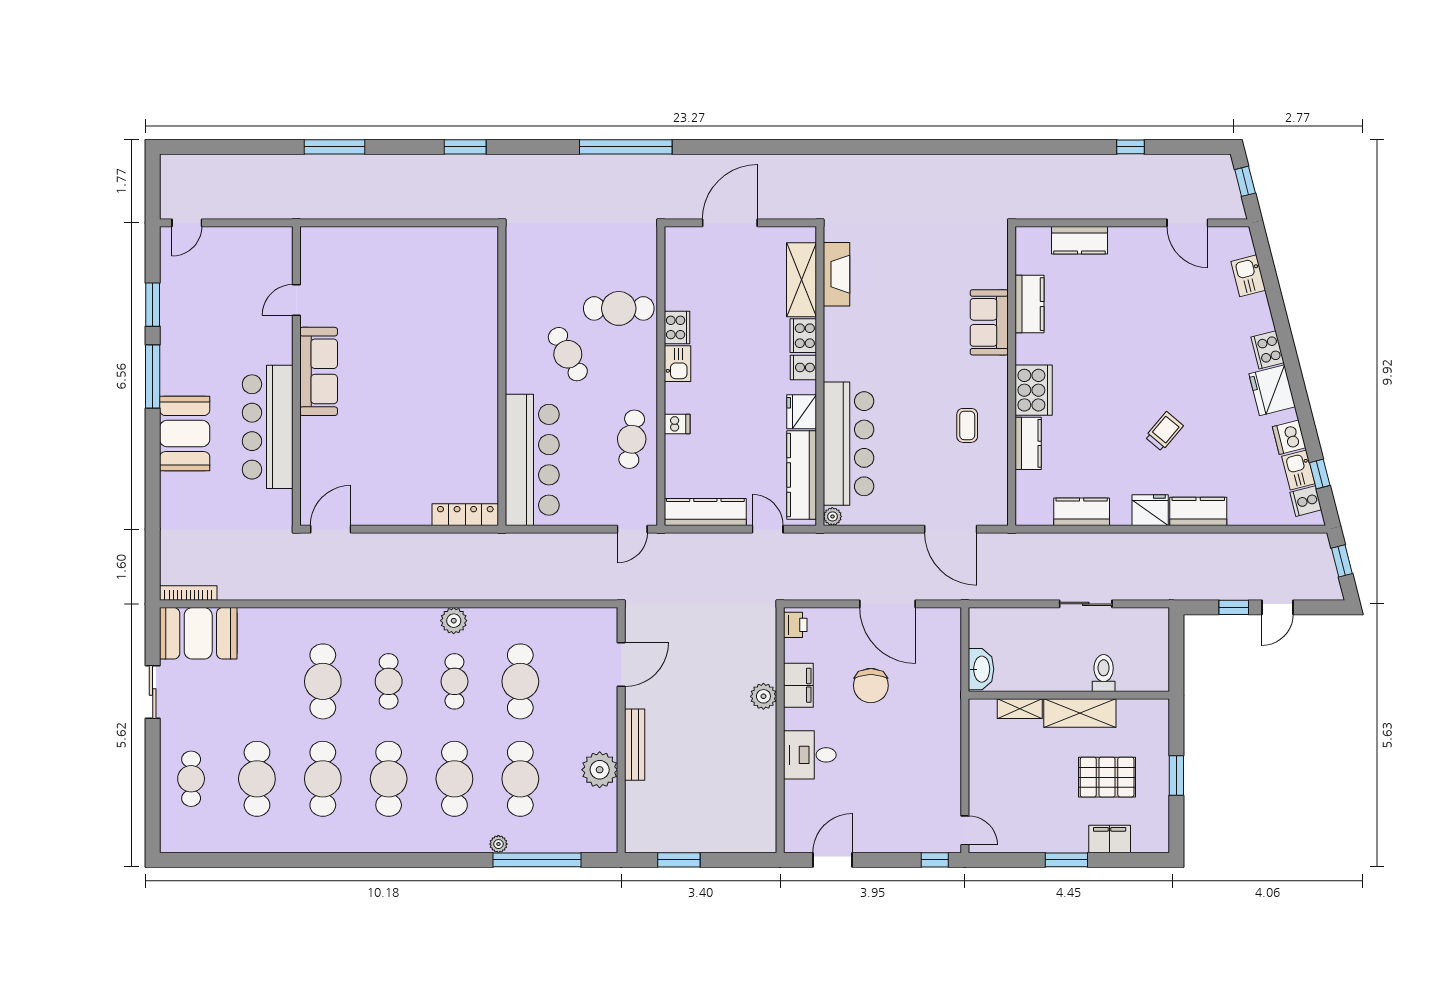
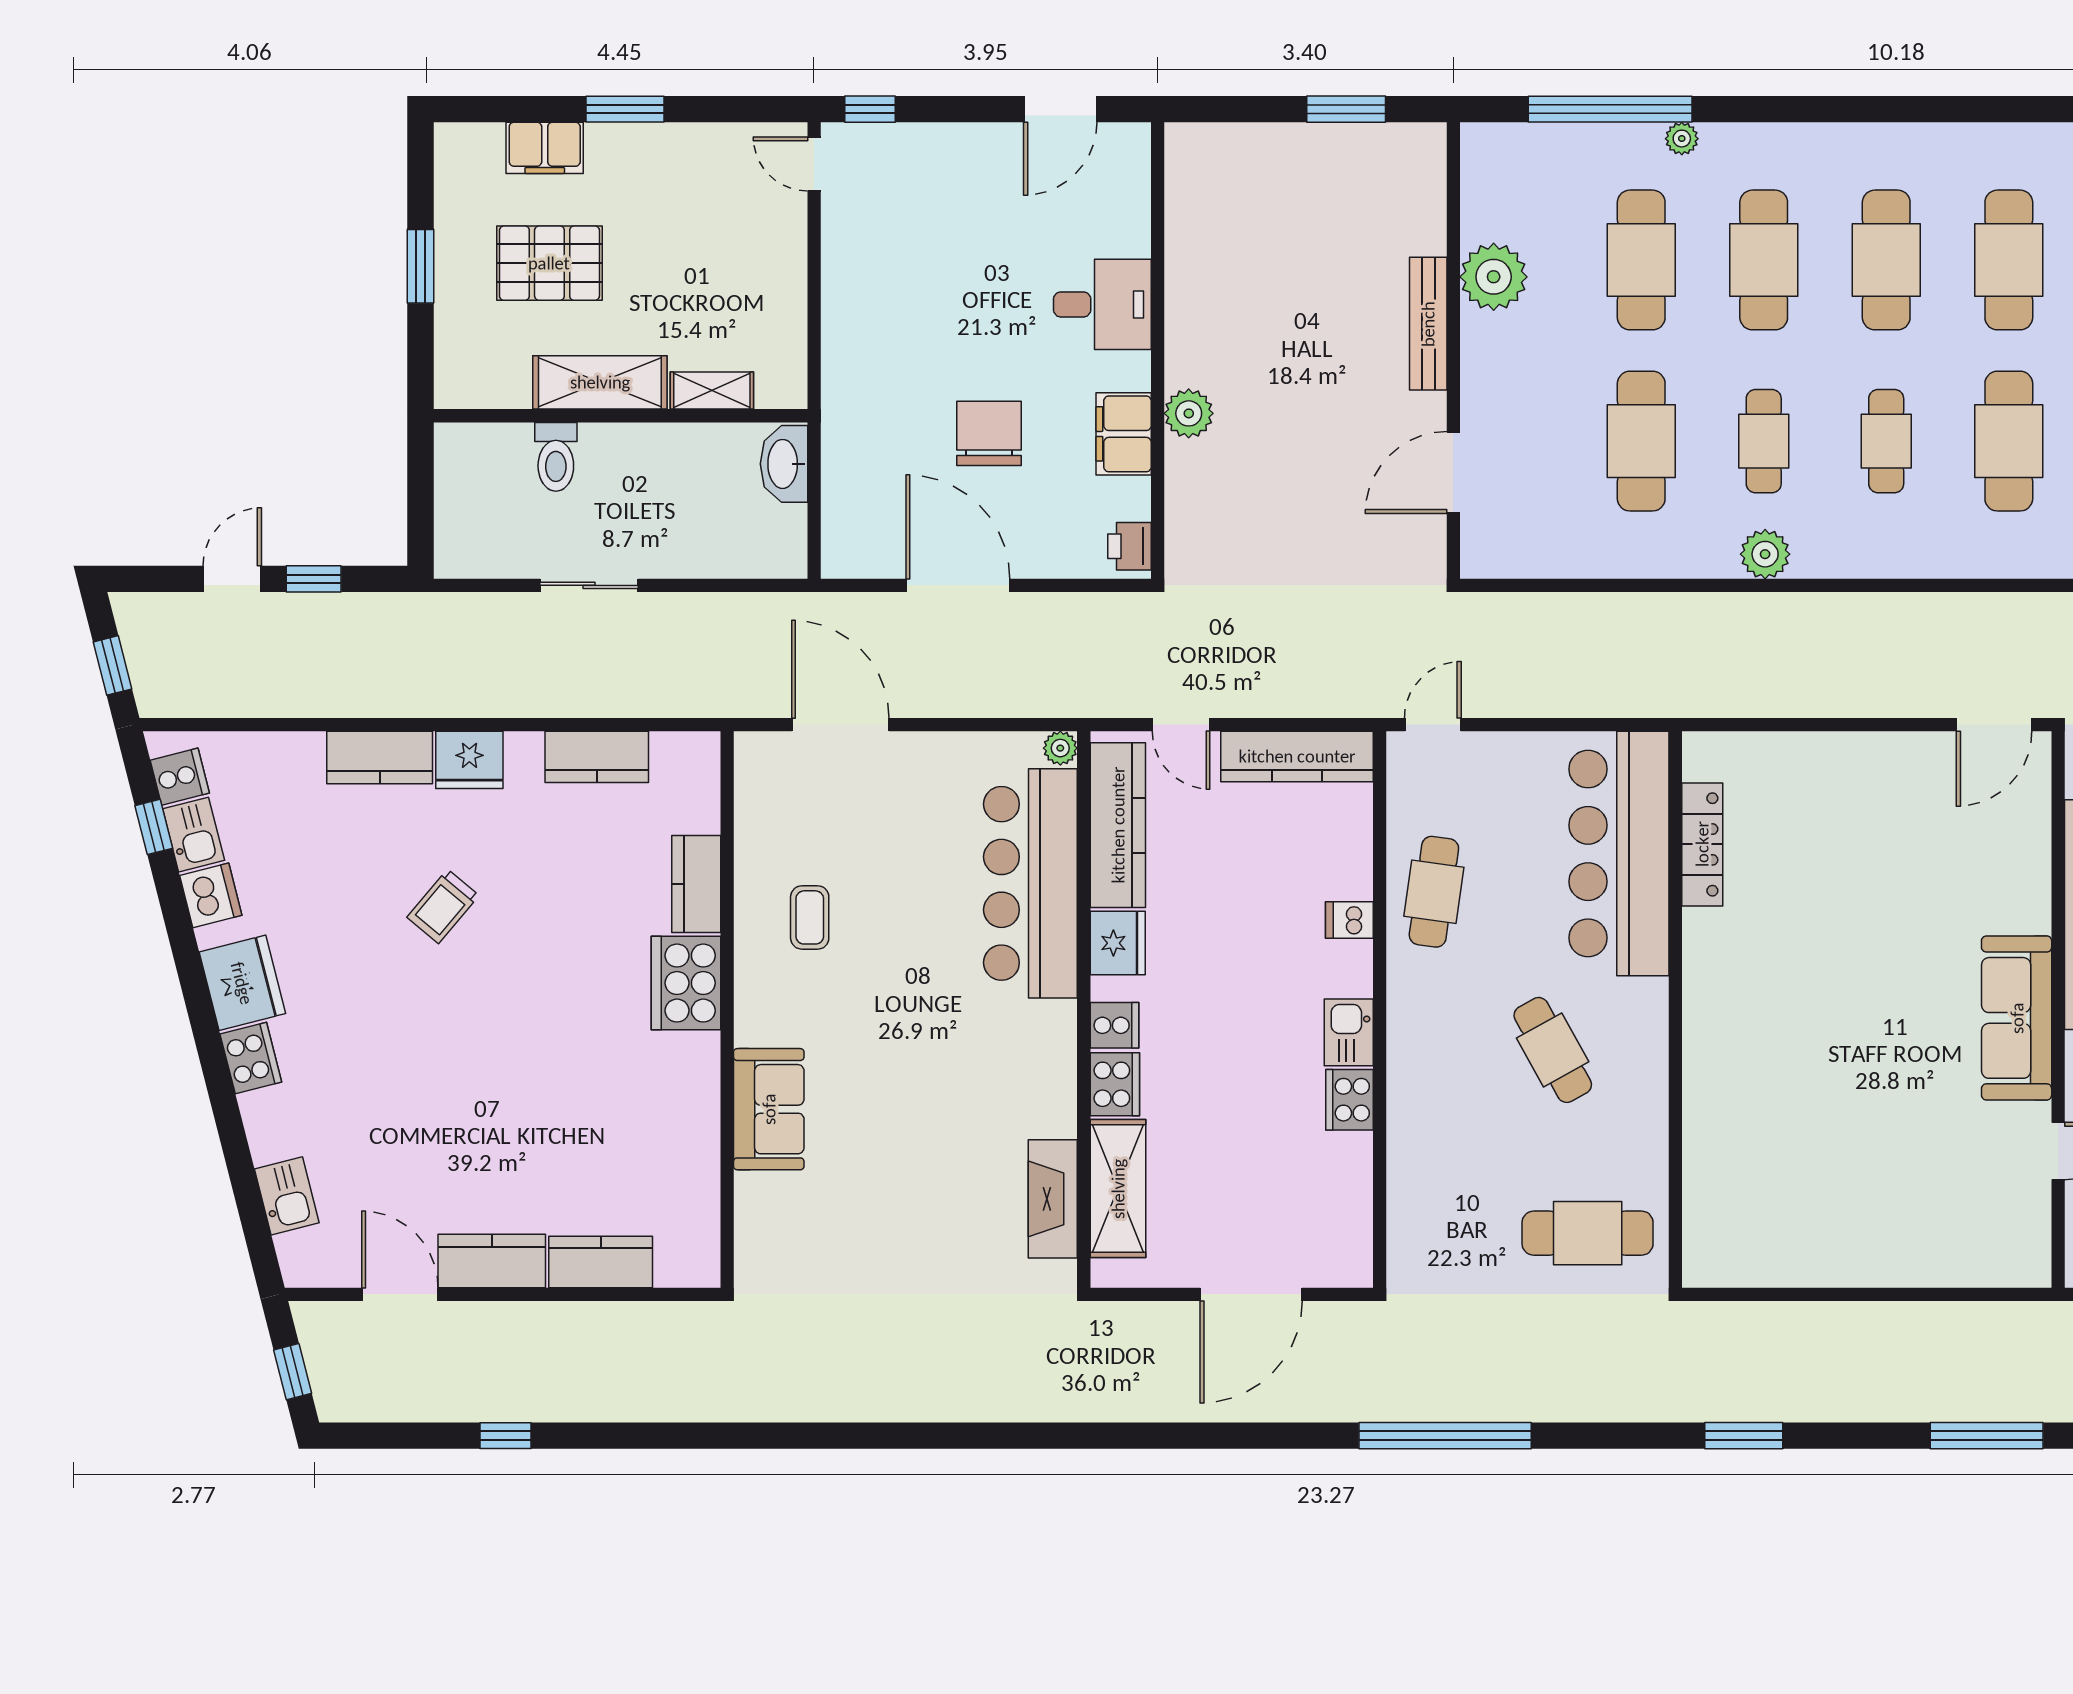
kitchen counter: (1029, 304) -> (492, 1261), moved, turned 90
cafe table: (619, 308) -> (1588, 1233), moved
locker: (465, 515) -> (1702, 844), moved, turned -90

